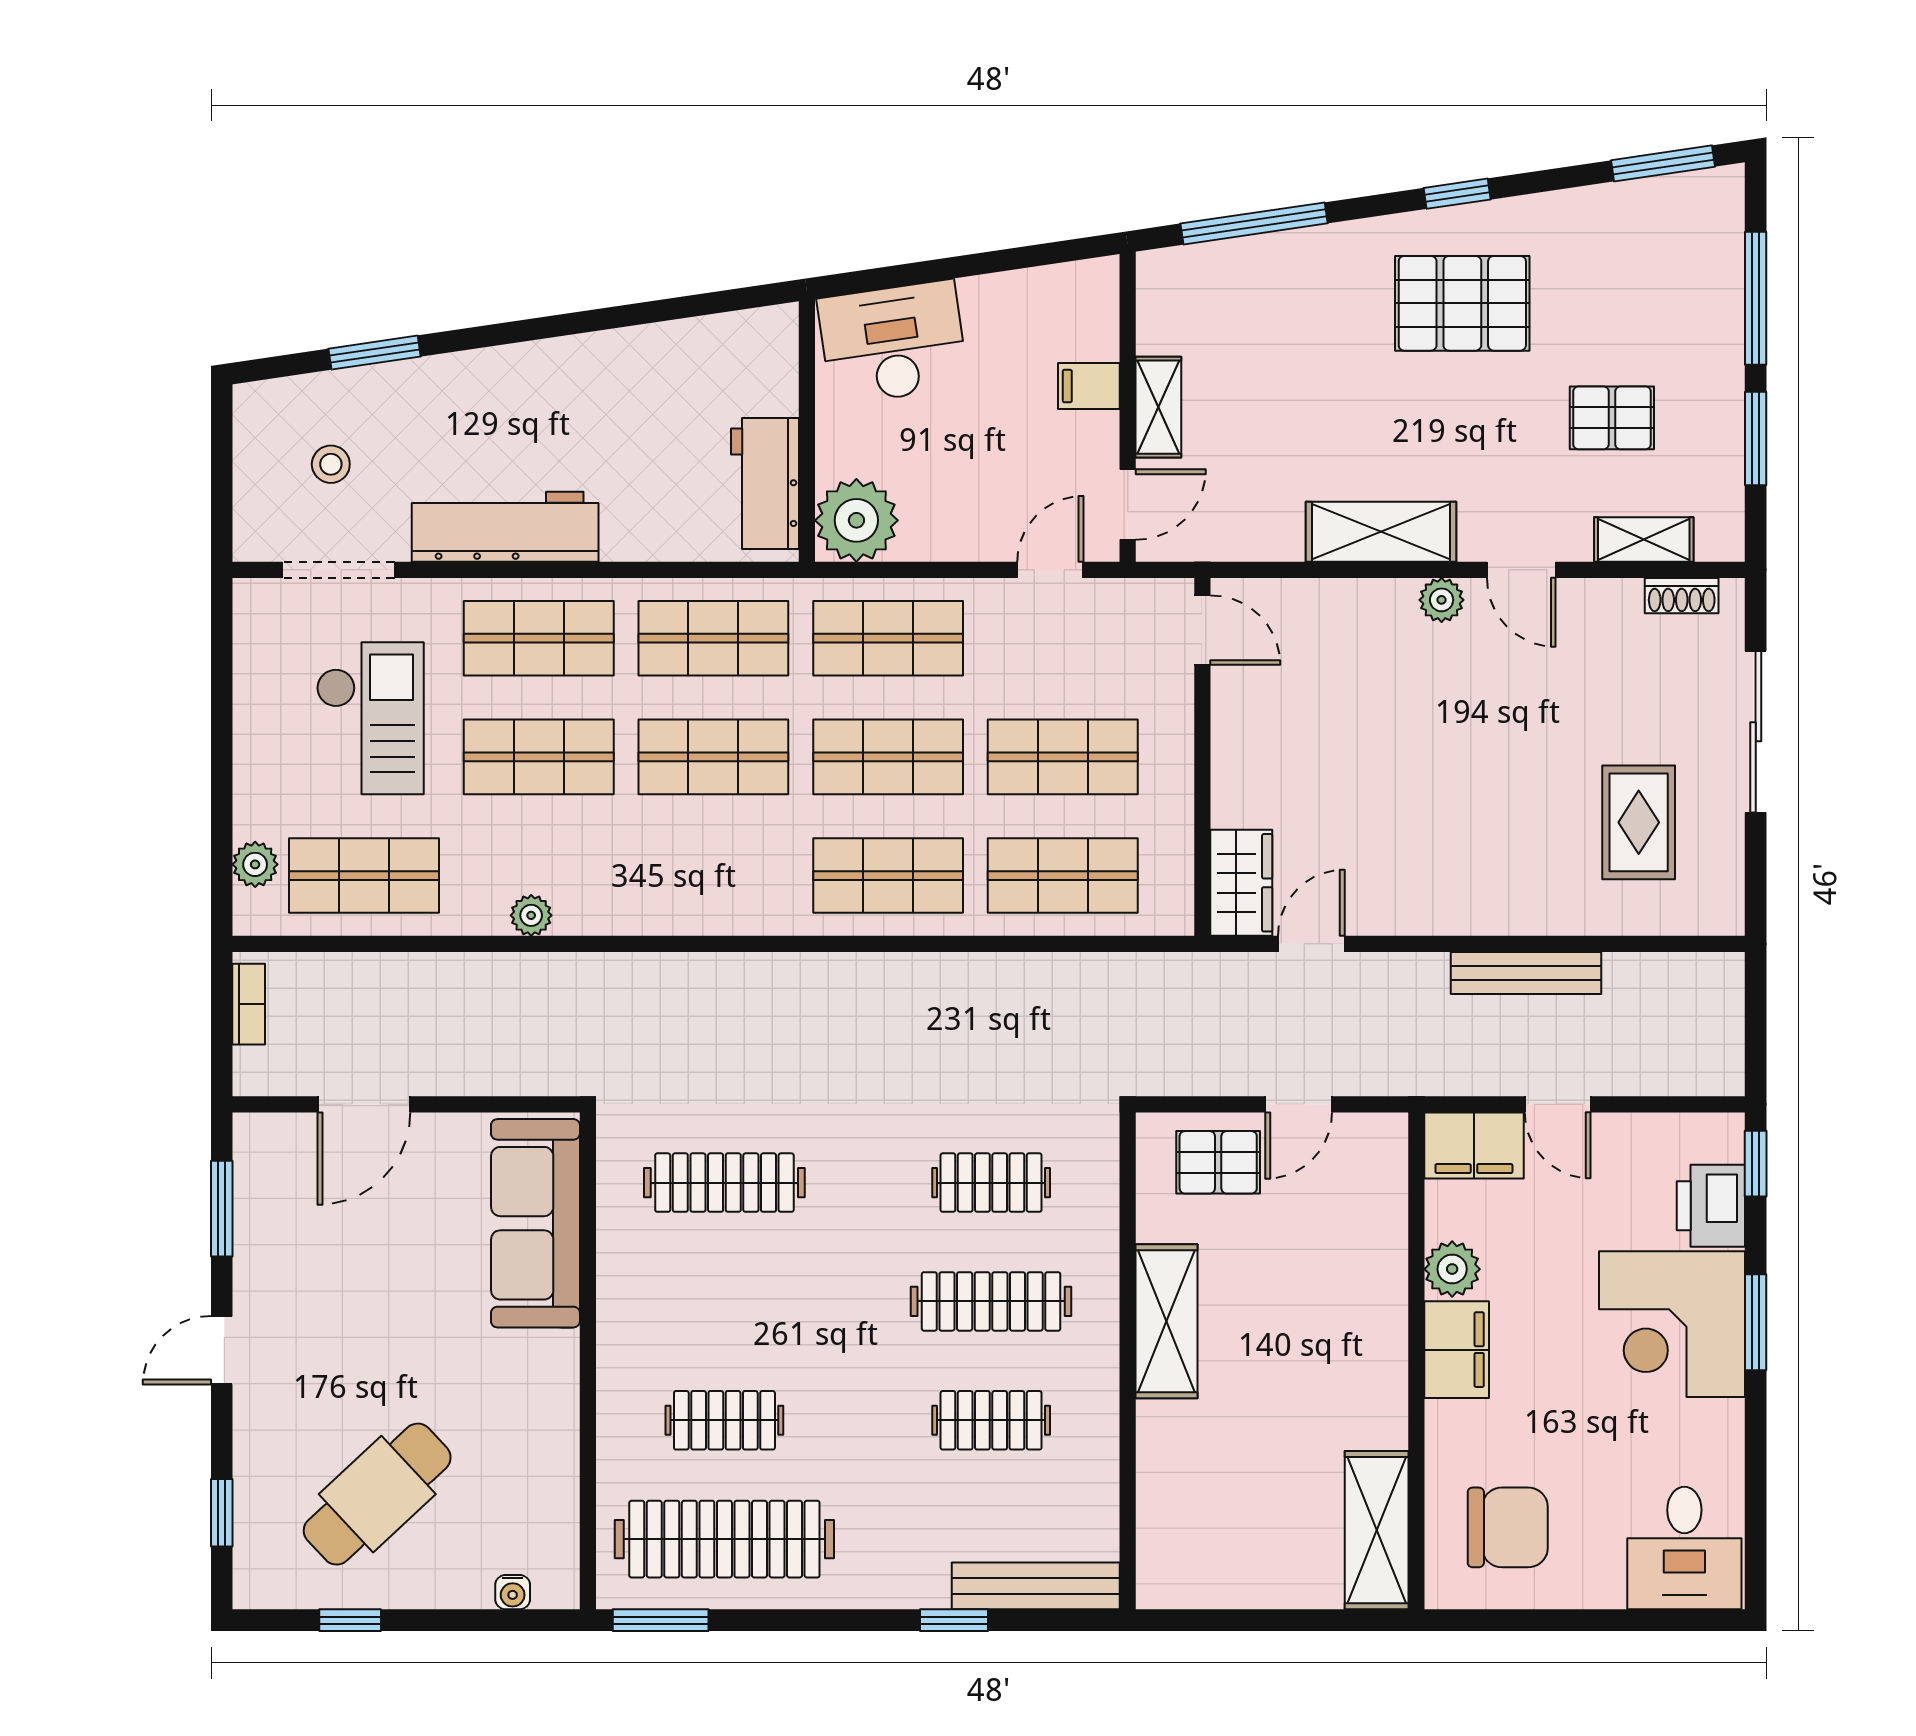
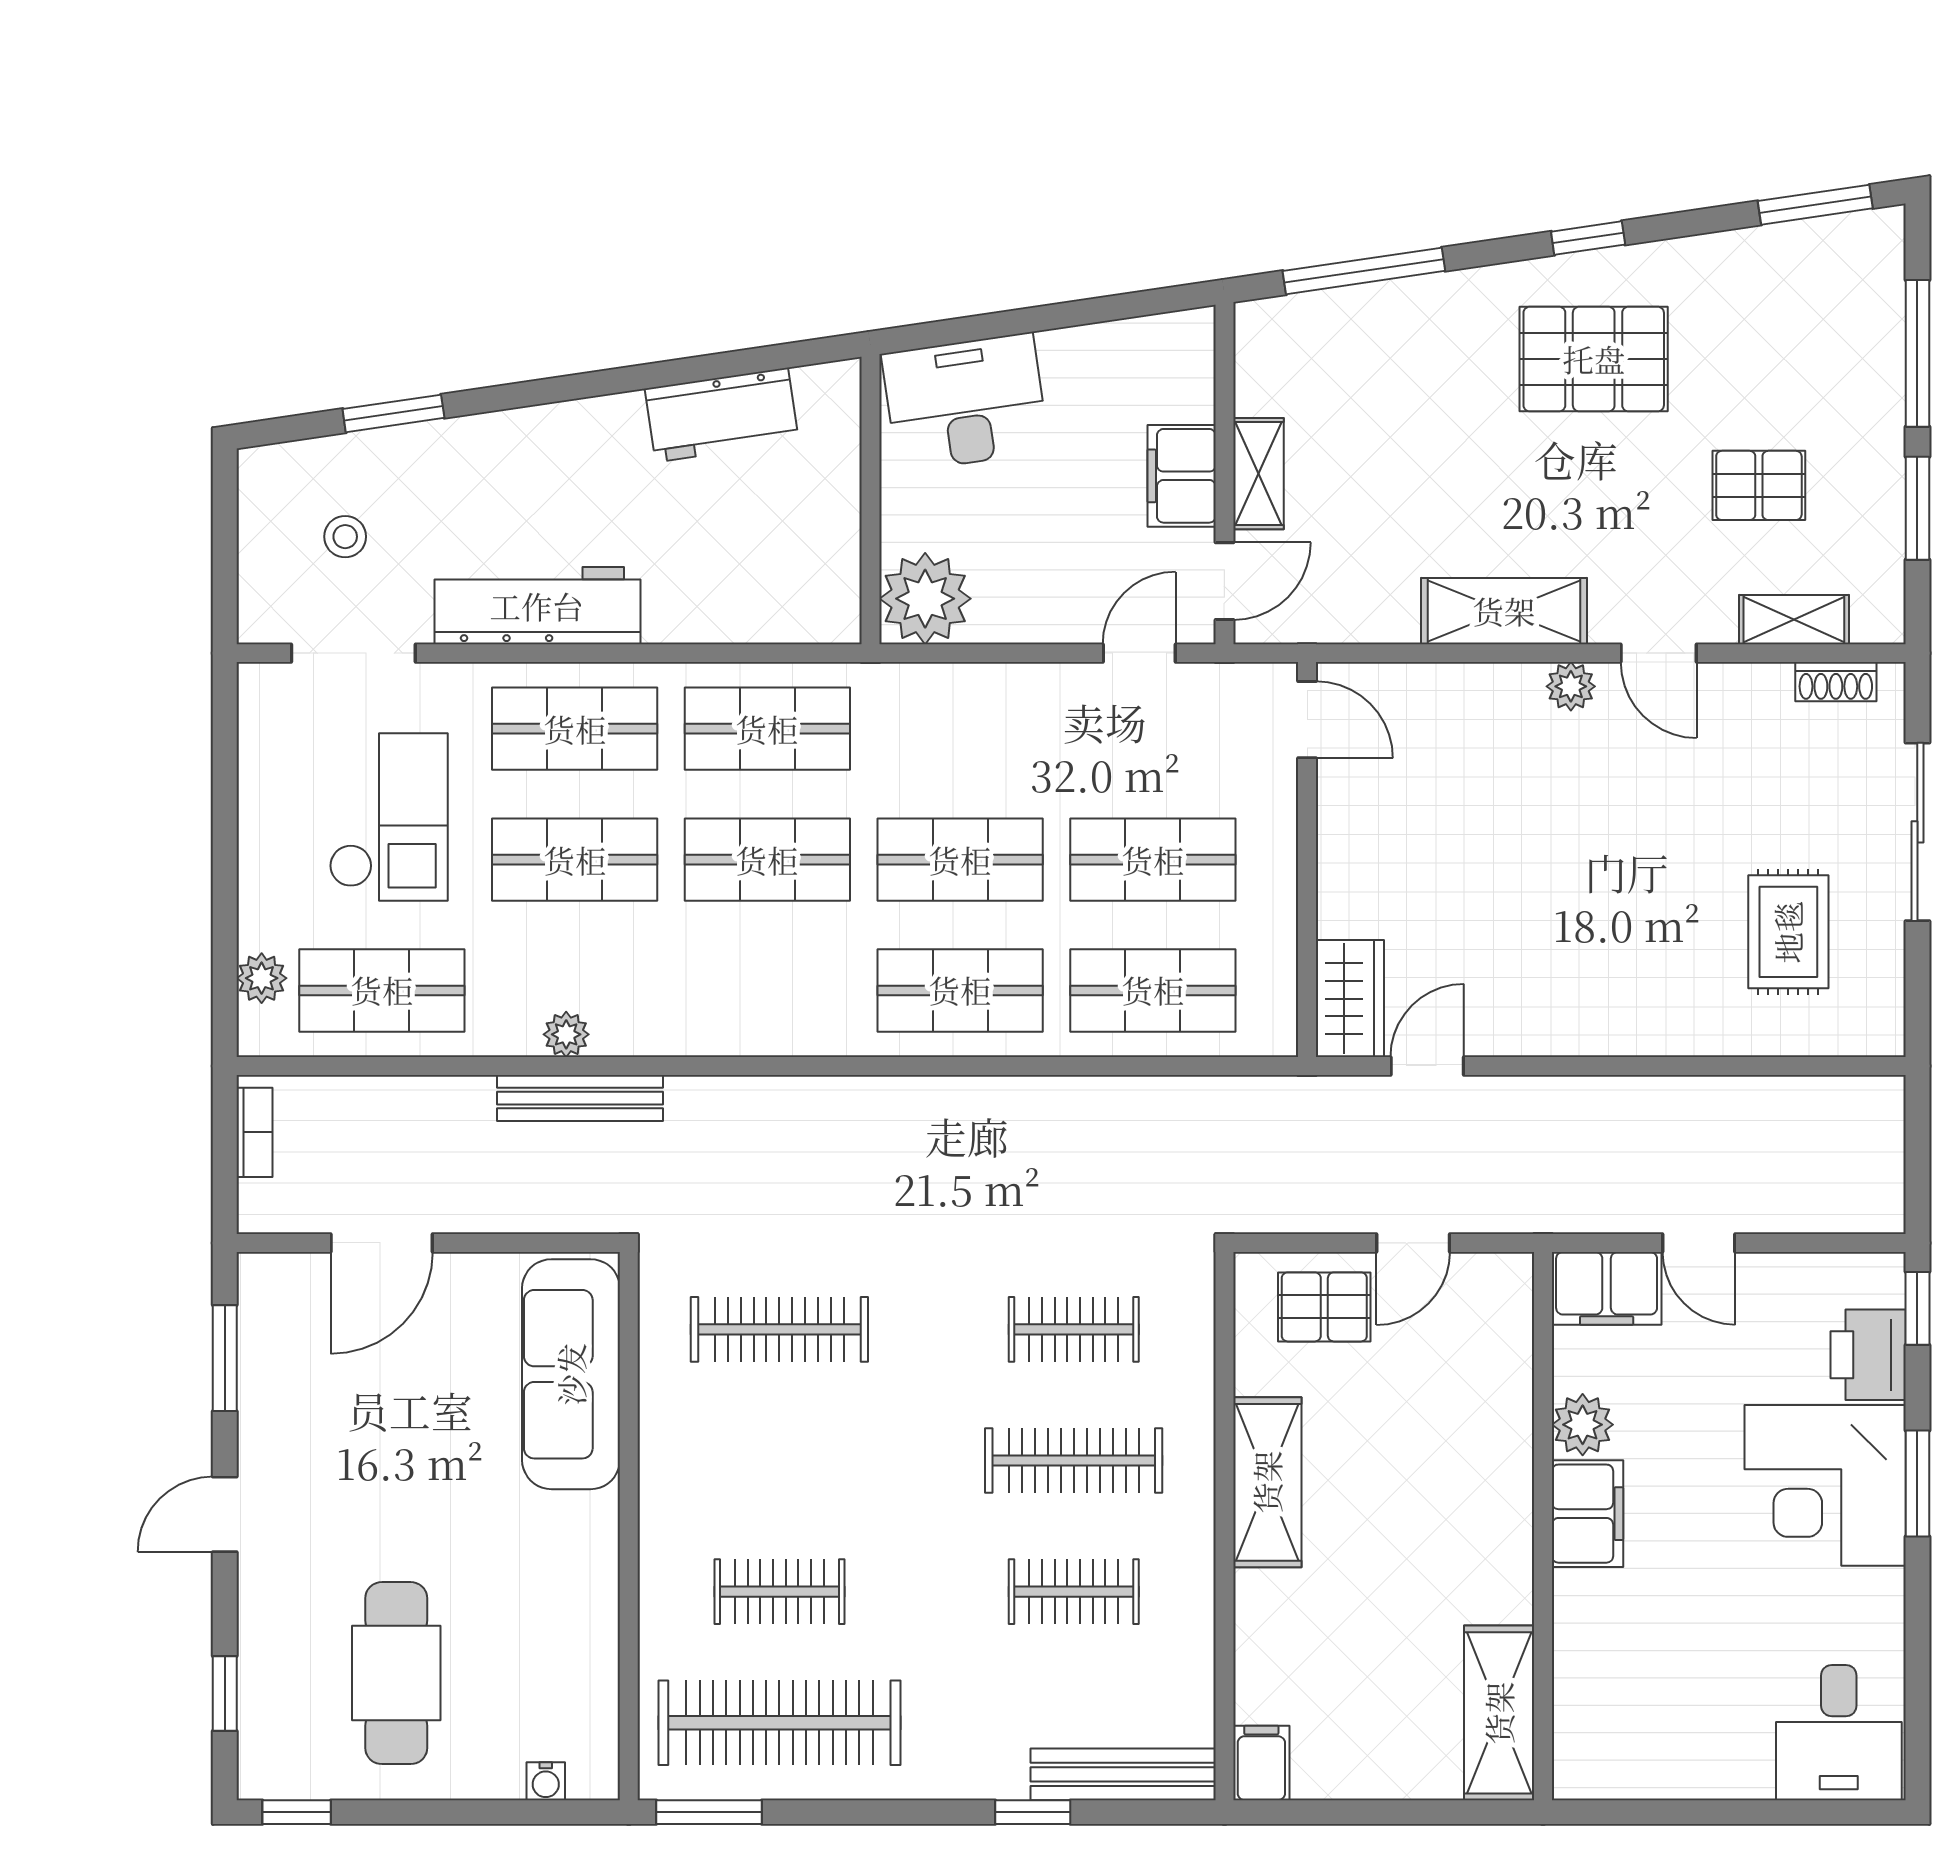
filing cabinet: (1089, 386) -> (1182, 476), width x2.00
workbench: (765, 483) -> (722, 415), moved, turned -98
shop shelf: (888, 638) -> (960, 729), removed
bench: (1526, 973) -> (580, 1098), moved
cafe table: (377, 1494) -> (396, 1673), turned -47
chair: (1508, 1527) -> (1644, 1710), removed
filing cabinet: (1161, 1576) -> (1261, 1763), added
window: (350, 1620) -> (297, 1812), moved

